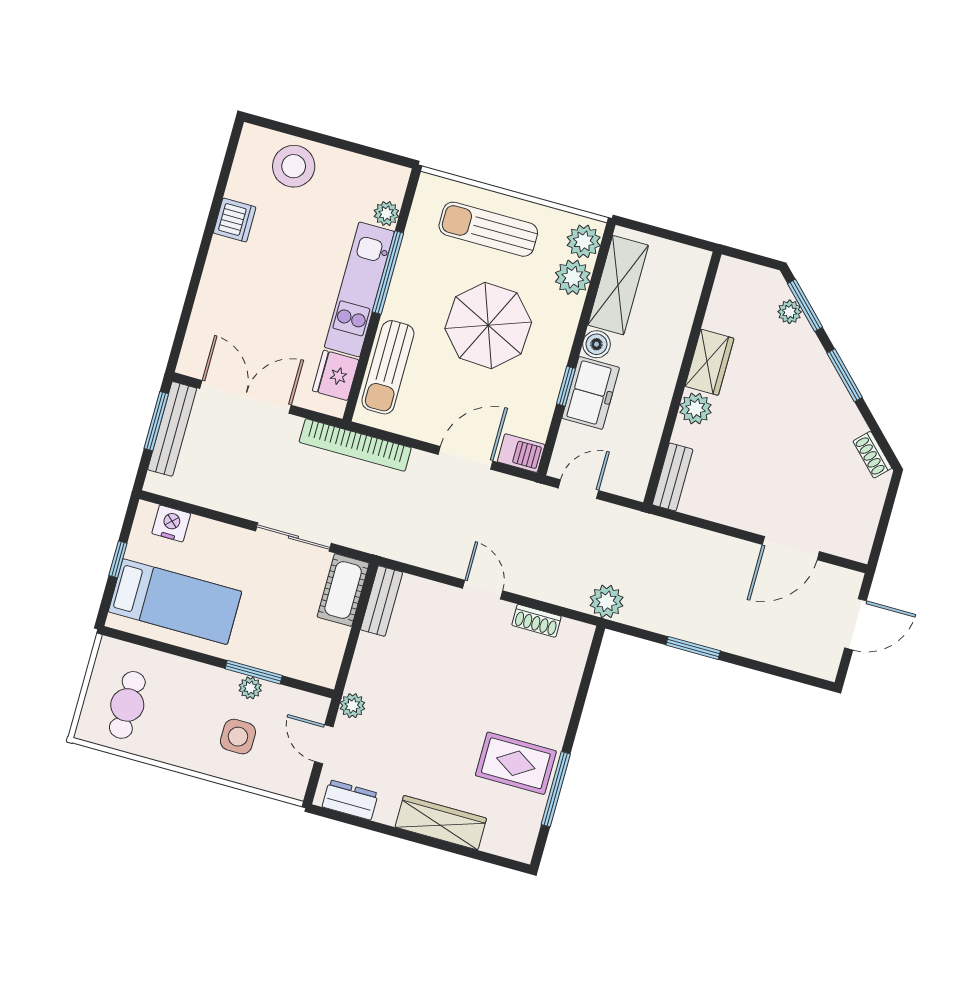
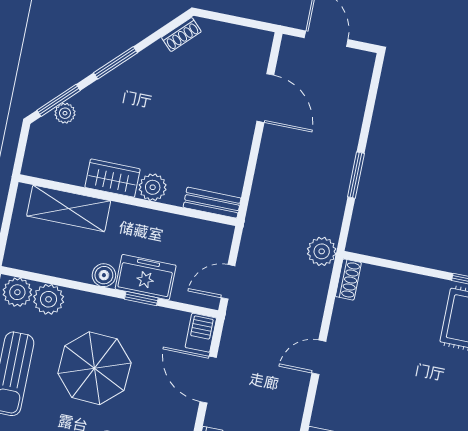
shelving: (618, 285) -> (69, 208), moved
door: (579, 489) -> (228, 282), hinge flipped
shoe rack: (536, 621) -> (348, 279), moved

